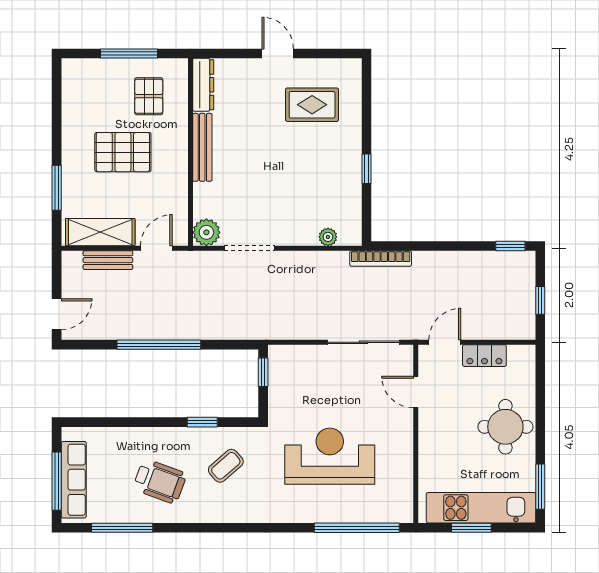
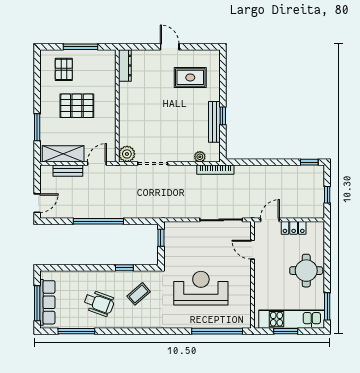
pallet: (149, 96) -> (64, 69), moved
bench: (202, 147) -> (214, 122), moved
bookcase: (381, 259) -> (215, 170), moved

